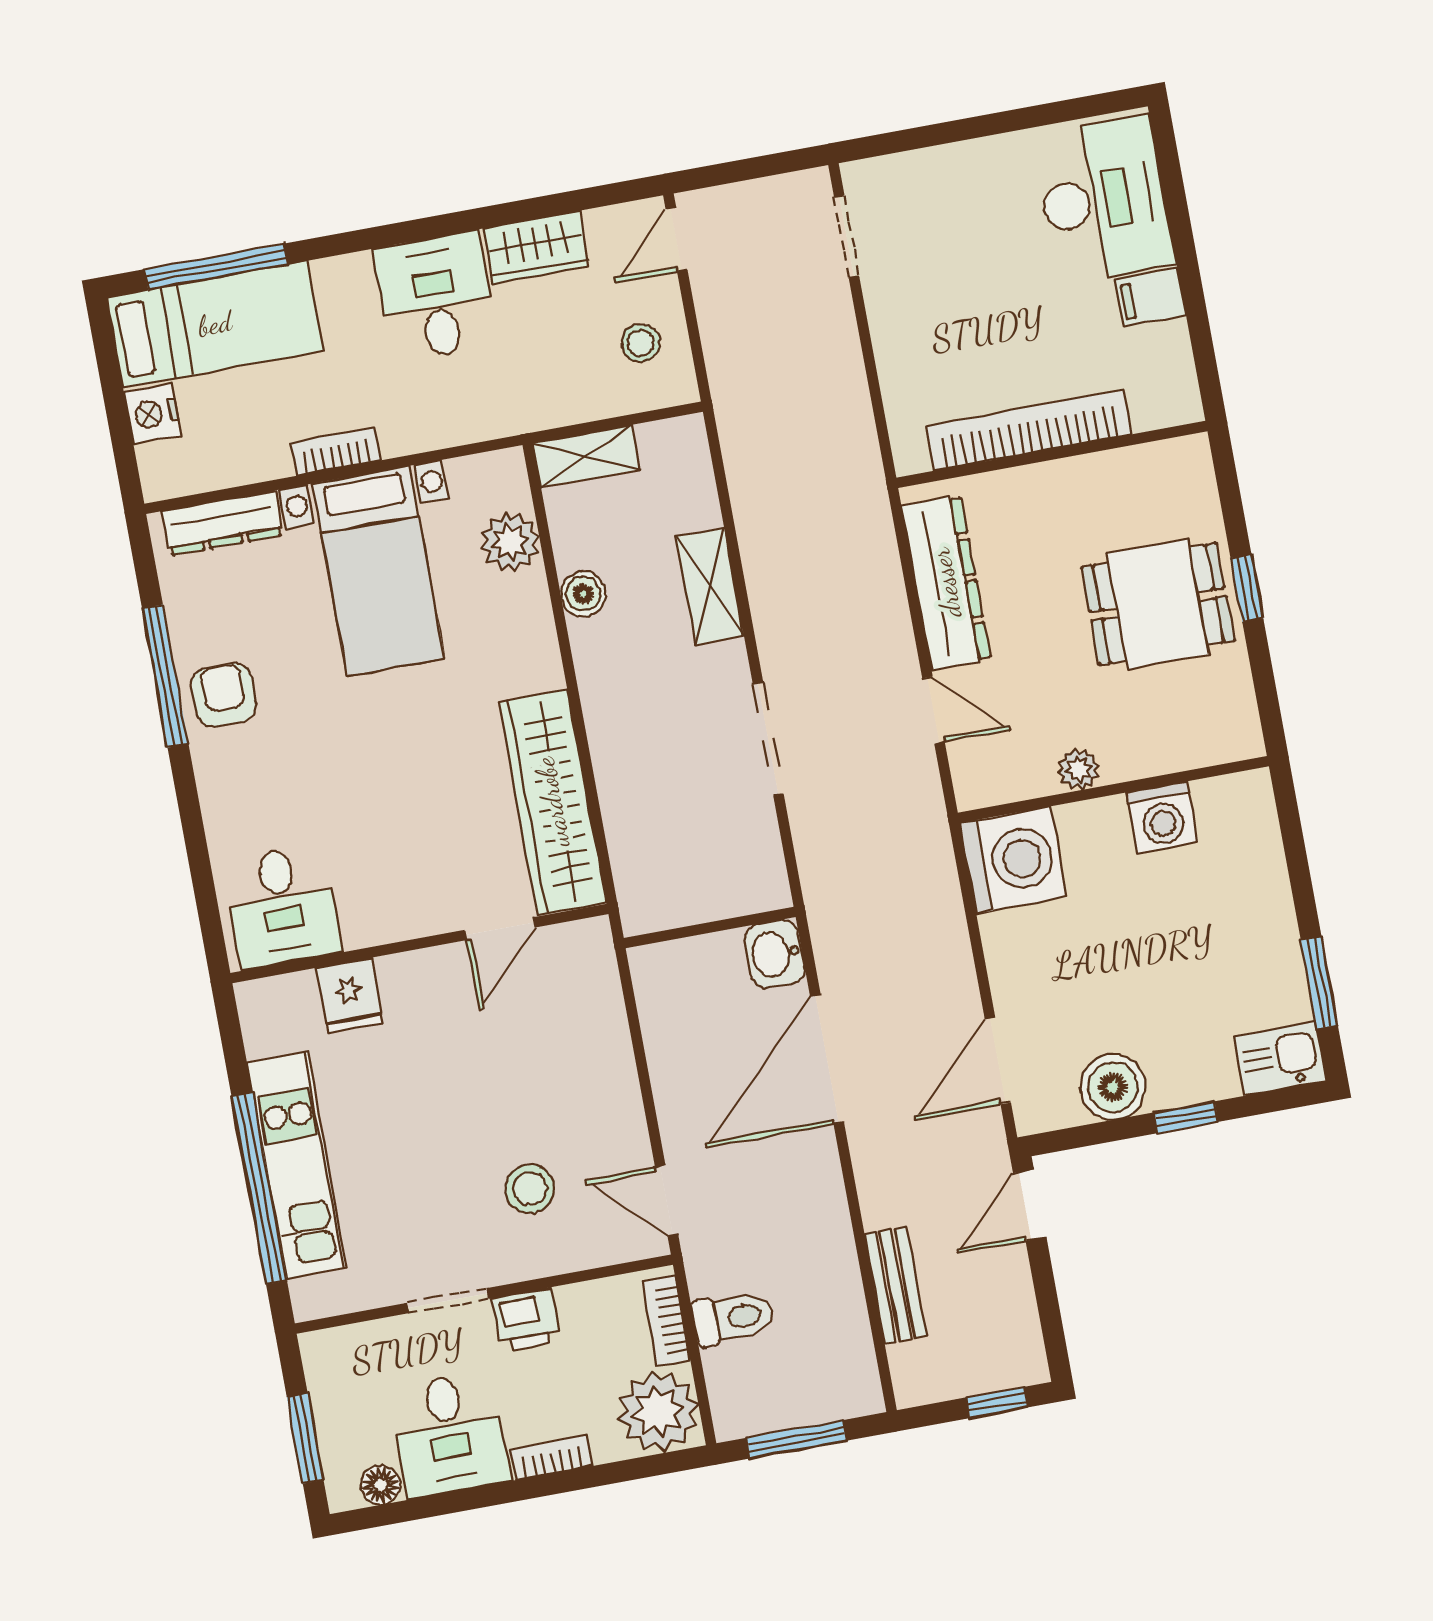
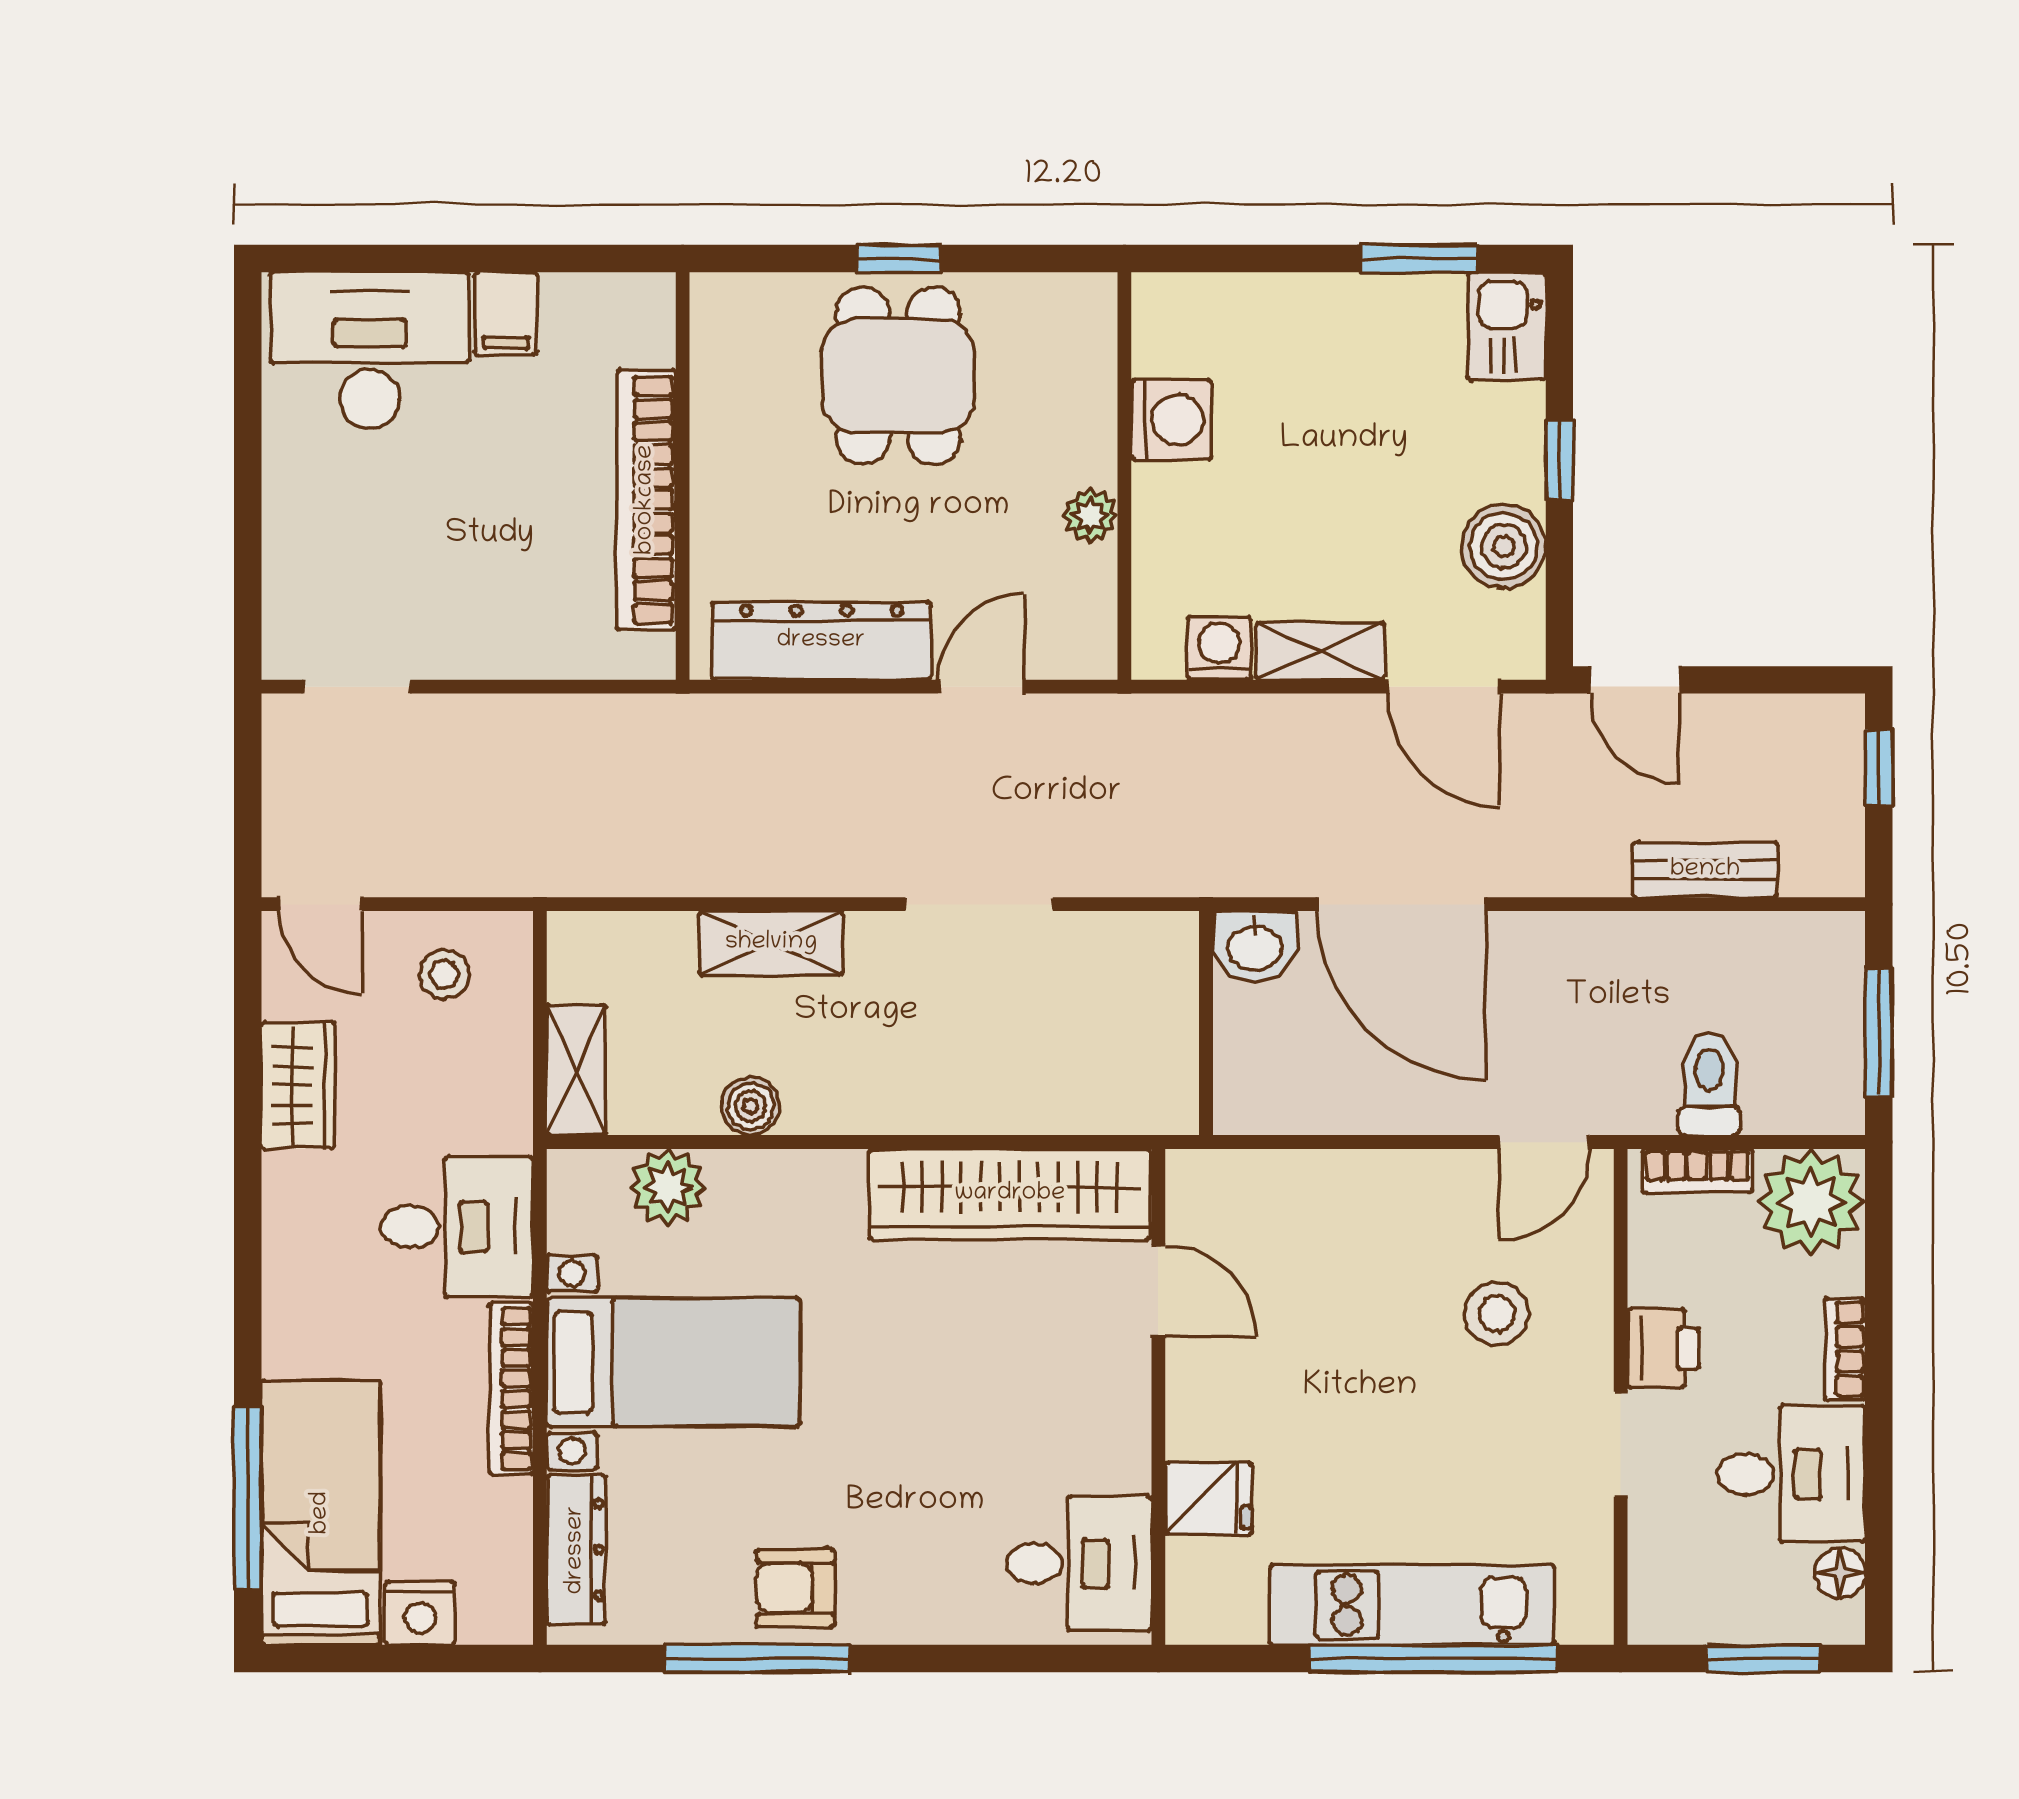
desk: (436, 297) -> (457, 1227), moved, turned 180
bookcase: (336, 451) -> (511, 1389), width x1.56
washing machine: (1013, 860) -> (1219, 648), width x0.53, depth x0.53
shelving: (1008, 962) -> (1320, 651), added

